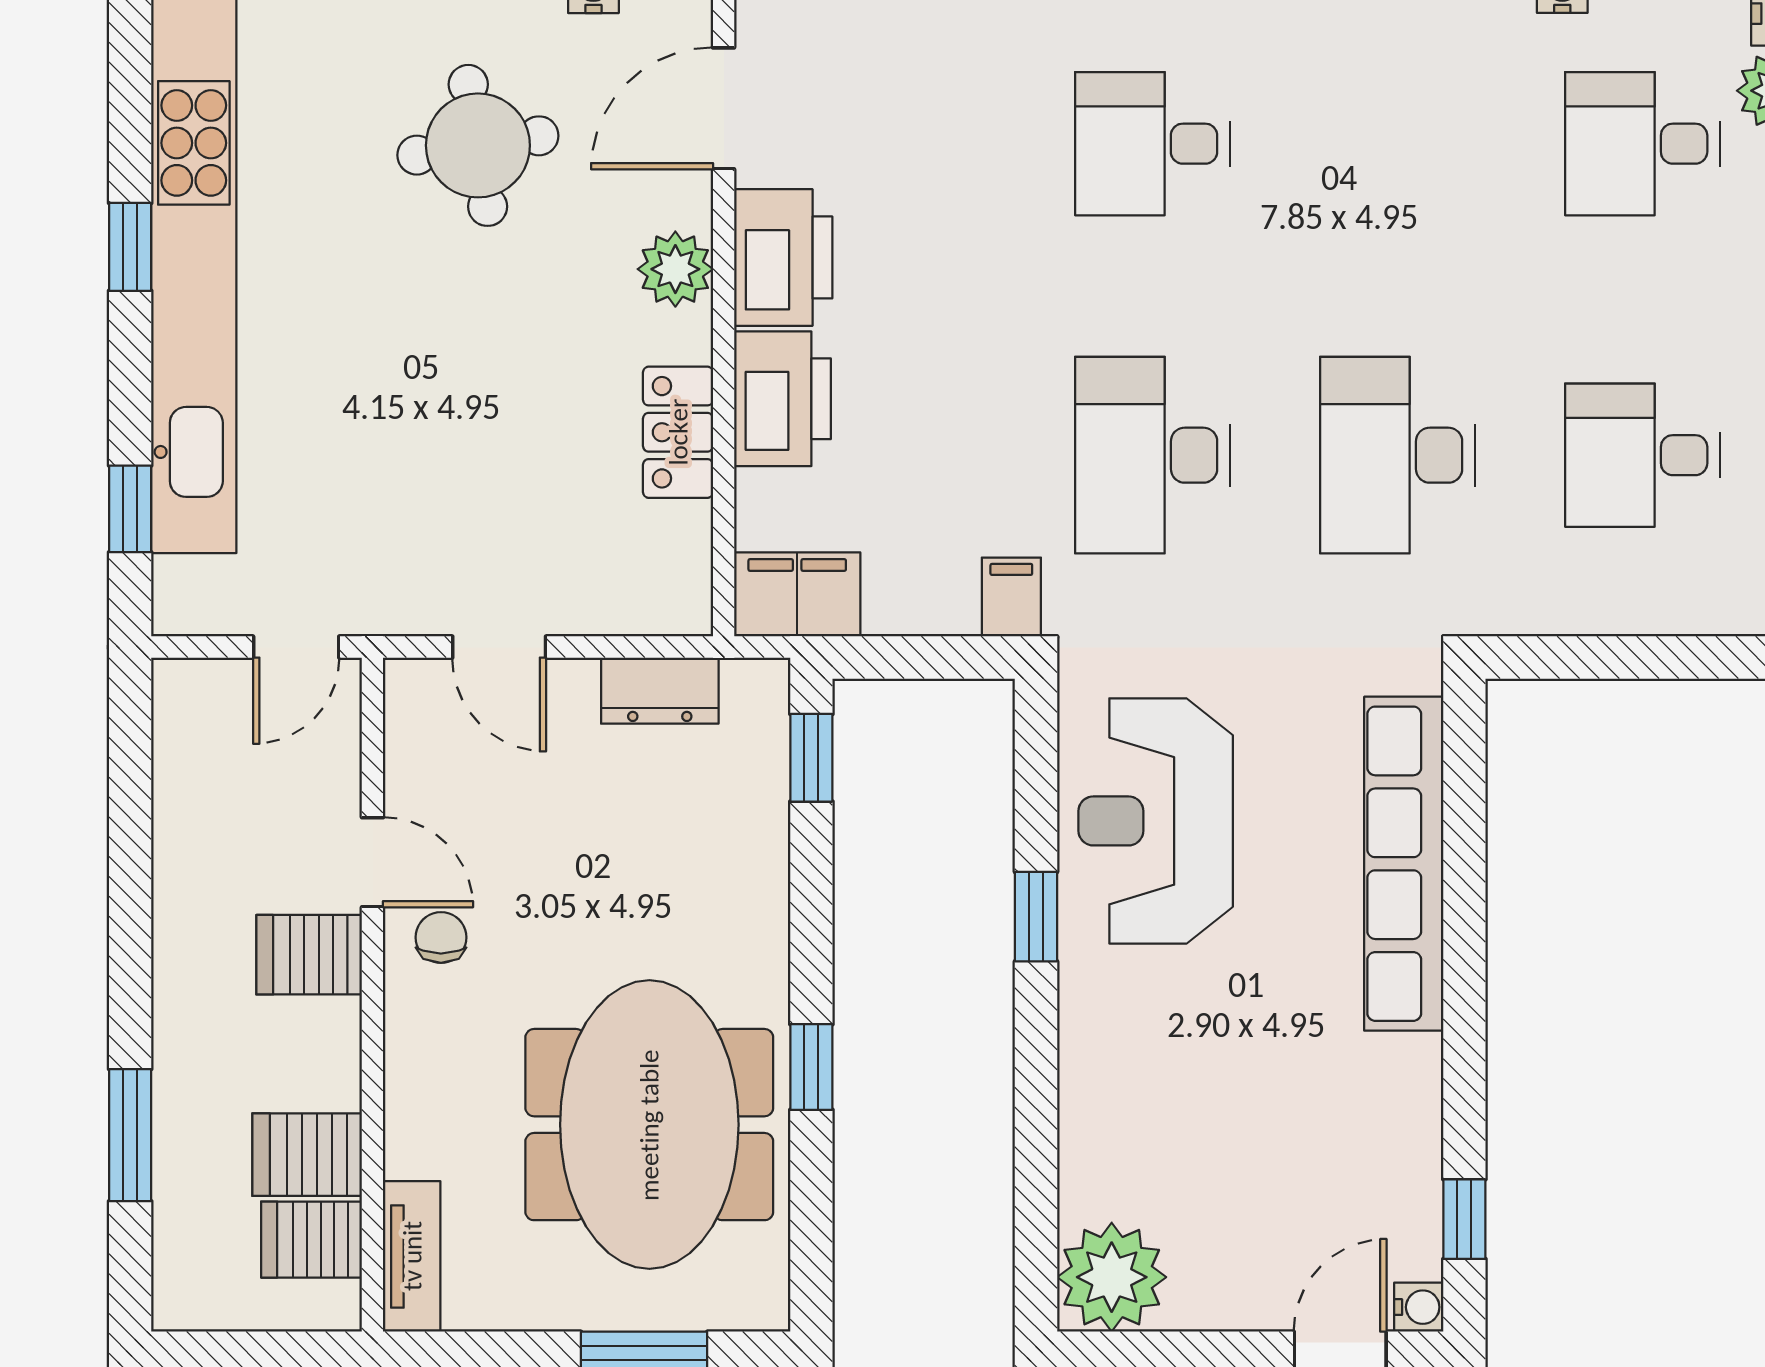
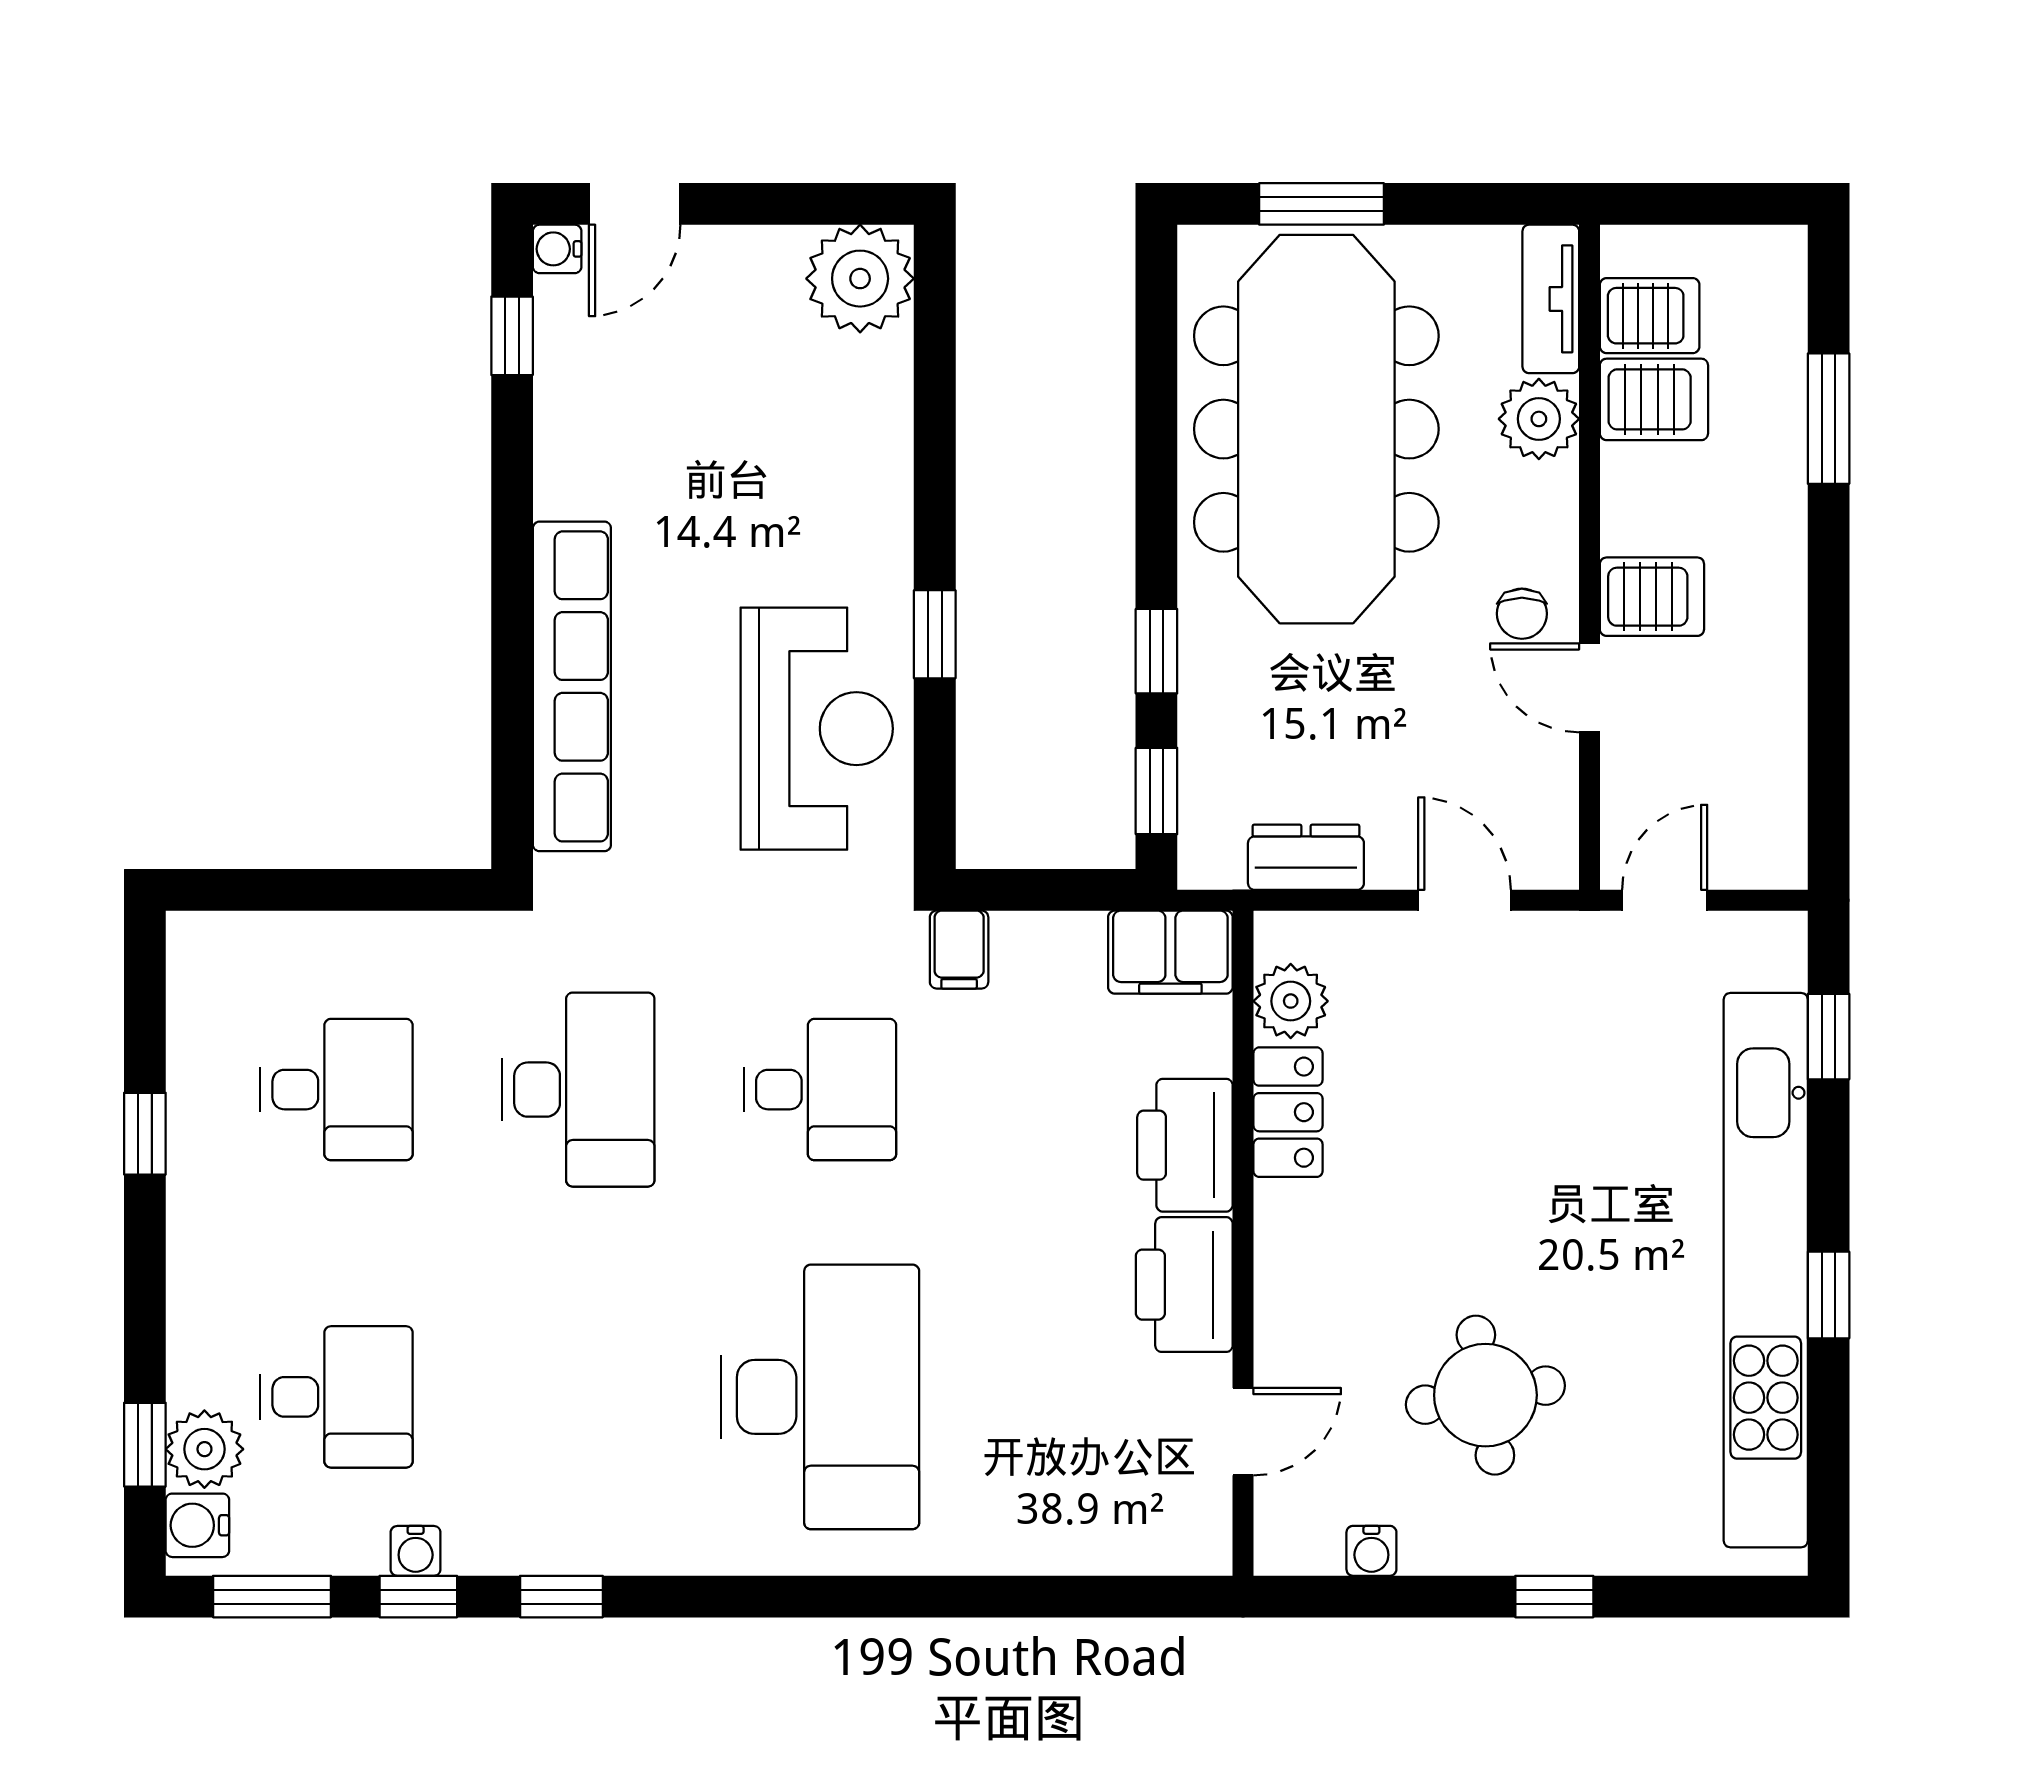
door: (724, 108) -> (1243, 1432), width x0.73
desk: (1152, 144) -> (820, 1397), width x1.87, depth x1.30
plant: (675, 269) -> (1291, 1001), moved
desk: (1152, 455) -> (820, 1090), width x0.73
window: (811, 1067) -> (1156, 651), moved
meeting table: (649, 1125) -> (1316, 429), width x1.36
plant: (424, 1135) -> (1539, 419), added

